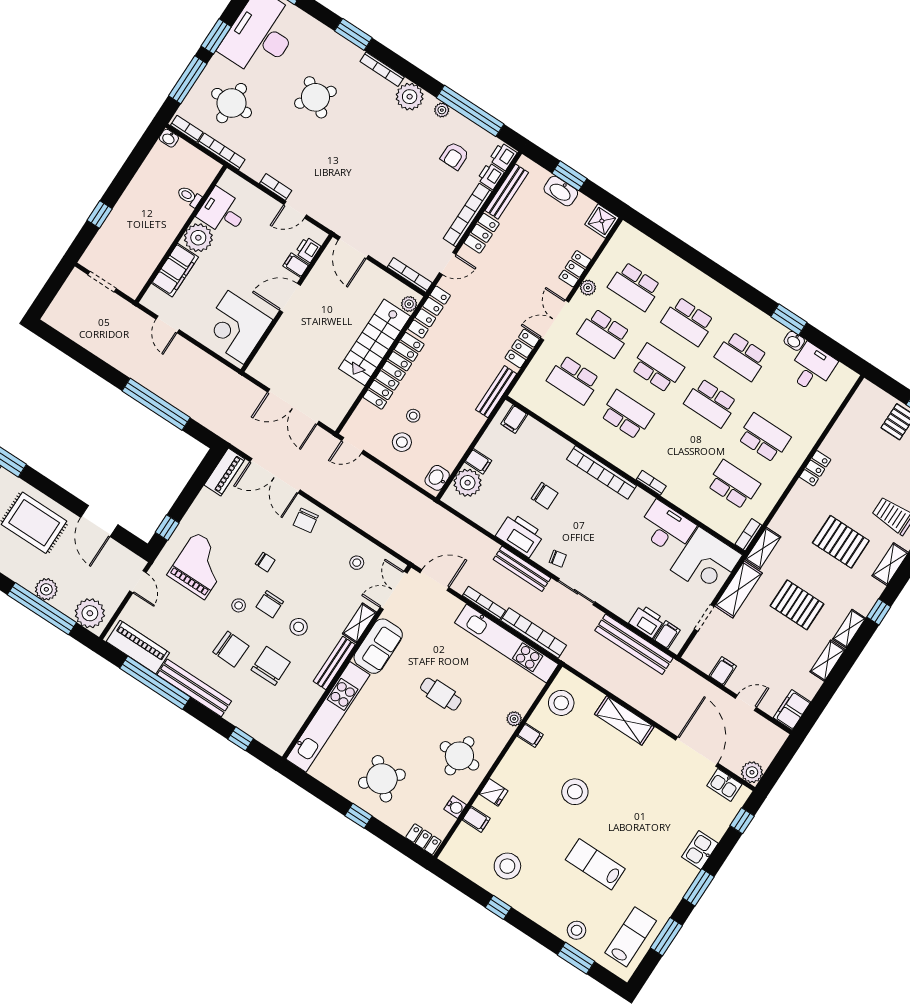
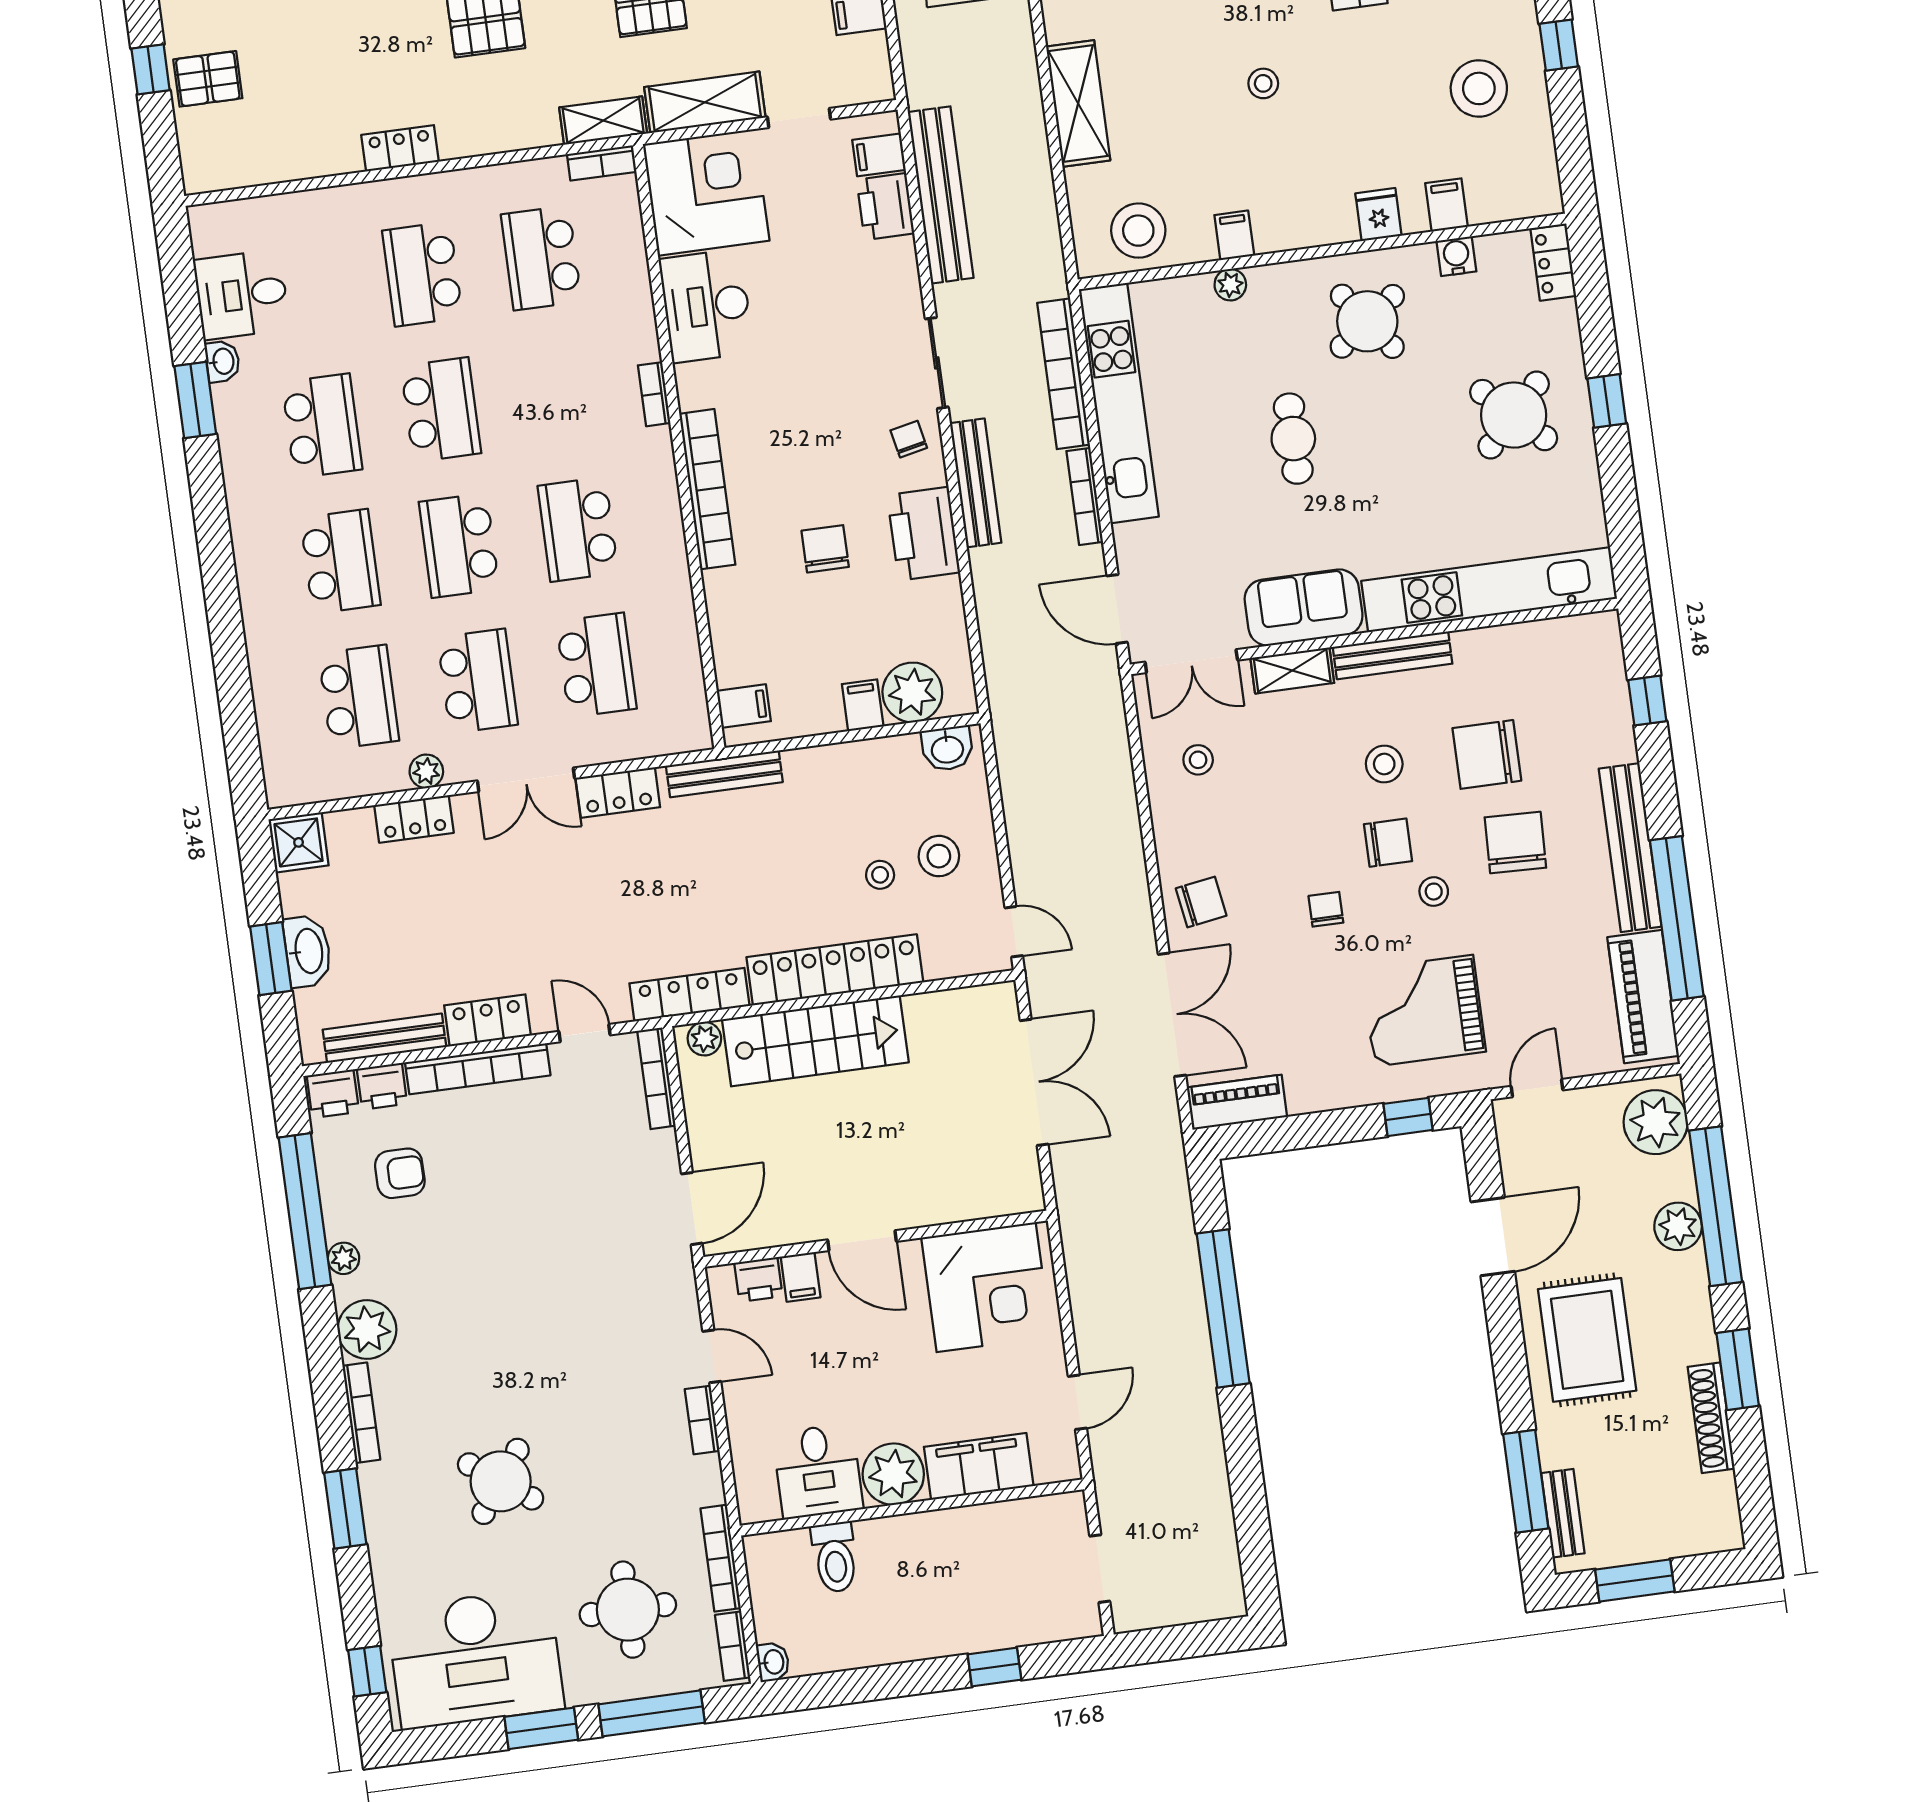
toilet: (189, 196) -> (835, 1557), width x1.37, depth x1.39
round table: (459, 756) -> (1367, 321), turned -37
stool: (575, 792) -> (1263, 83), width x0.53, depth x0.53

